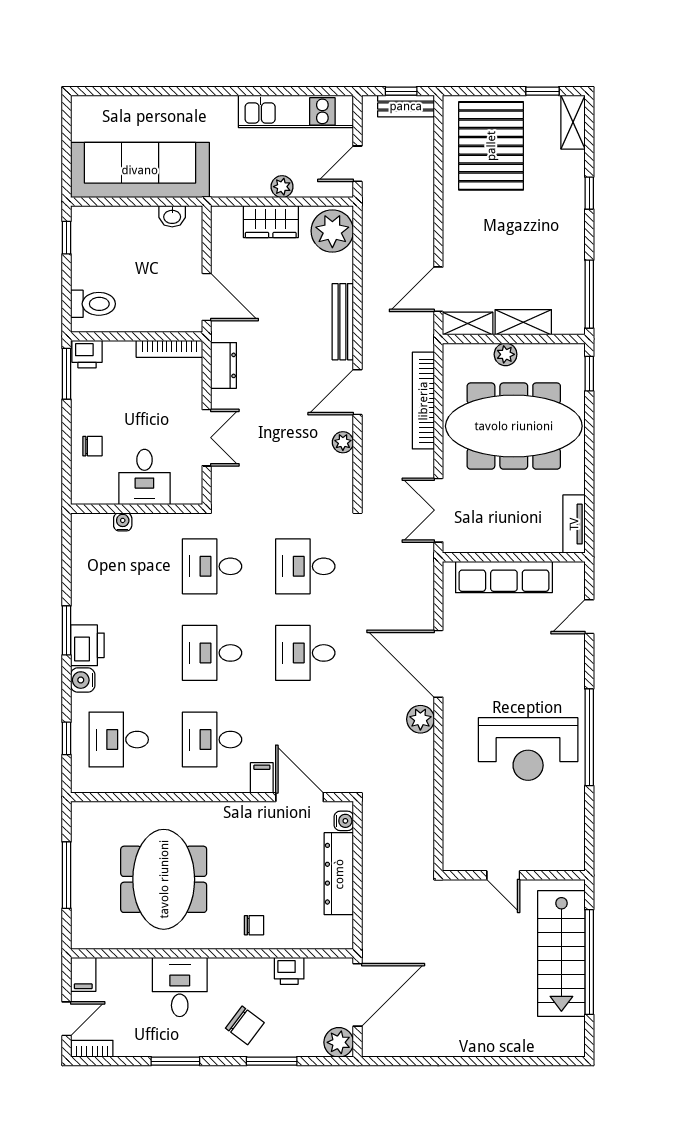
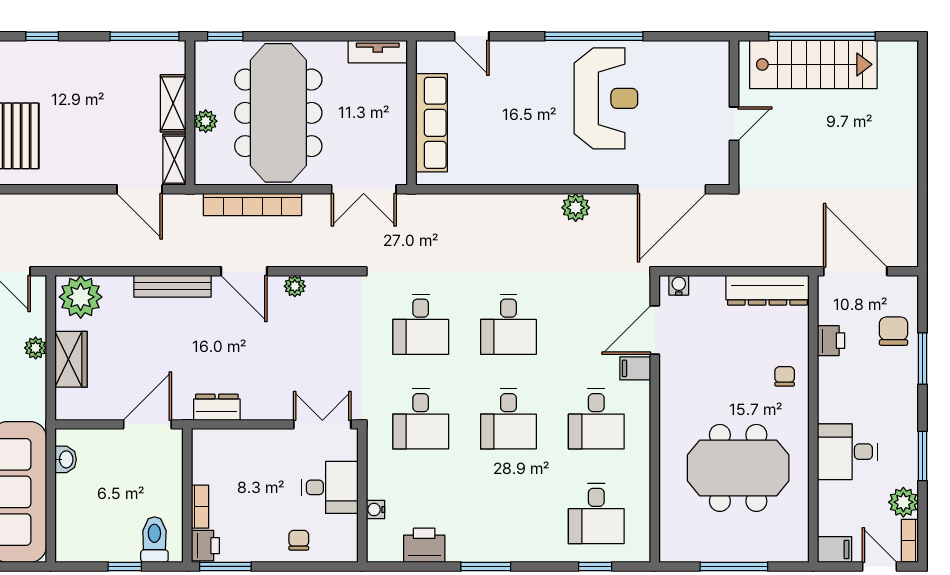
window: (67, 238) -> (125, 566), moved
bookcase: (169, 349) -> (200, 507), moved, width x0.64
double door: (207, 438) -> (322, 424), moved
printer: (87, 645) -> (424, 545), moved
door: (438, 664) -> (672, 189), moved
water cooler: (83, 680) -> (536, 550), removed
dresser: (339, 874) -> (767, 290), moved
chair: (245, 1025) -> (894, 331), moved, turned -37
plant: (339, 1042) -> (903, 502), moved

